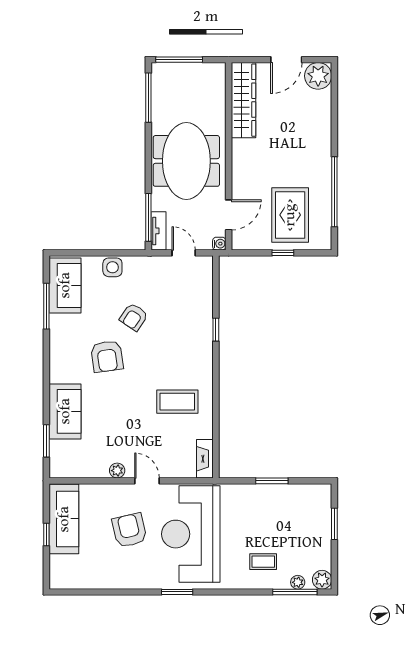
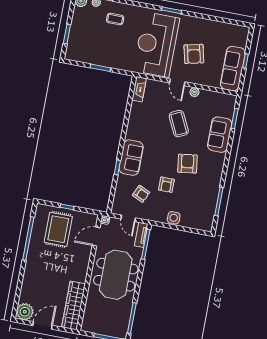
sofa: (65, 285) -> (131, 158), moved, turned 180
armchair: (171, 295) -> (141, 194), added
armchair: (134, 317) -> (166, 185), turned 146
coffee table: (177, 402) -> (179, 124), moved, turned 64
reception desk: (191, 534) -> (156, 44), turned 180

